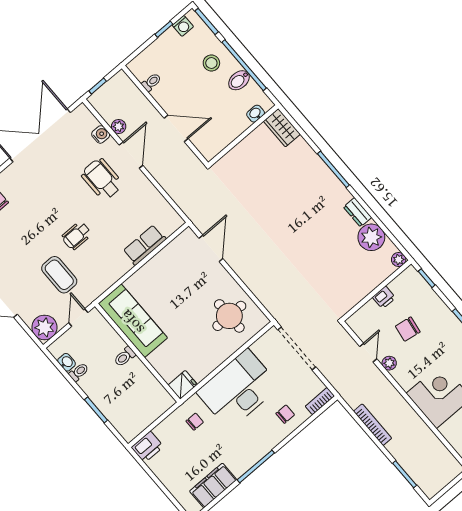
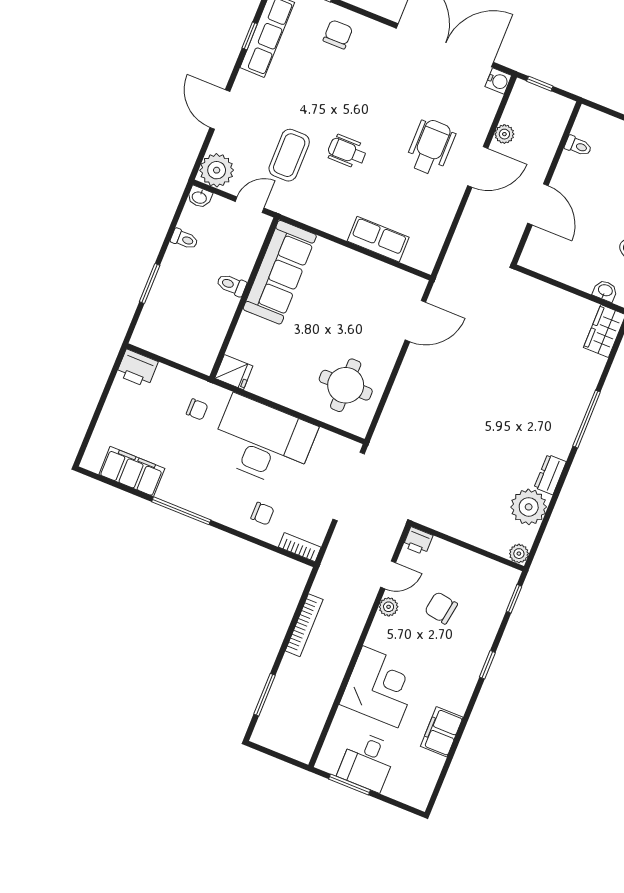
water cooler: (101, 134) -> (498, 81), moved
printer: (384, 297) -> (418, 541), moved
washbasin: (67, 362) -> (199, 197), moved, turned 90

